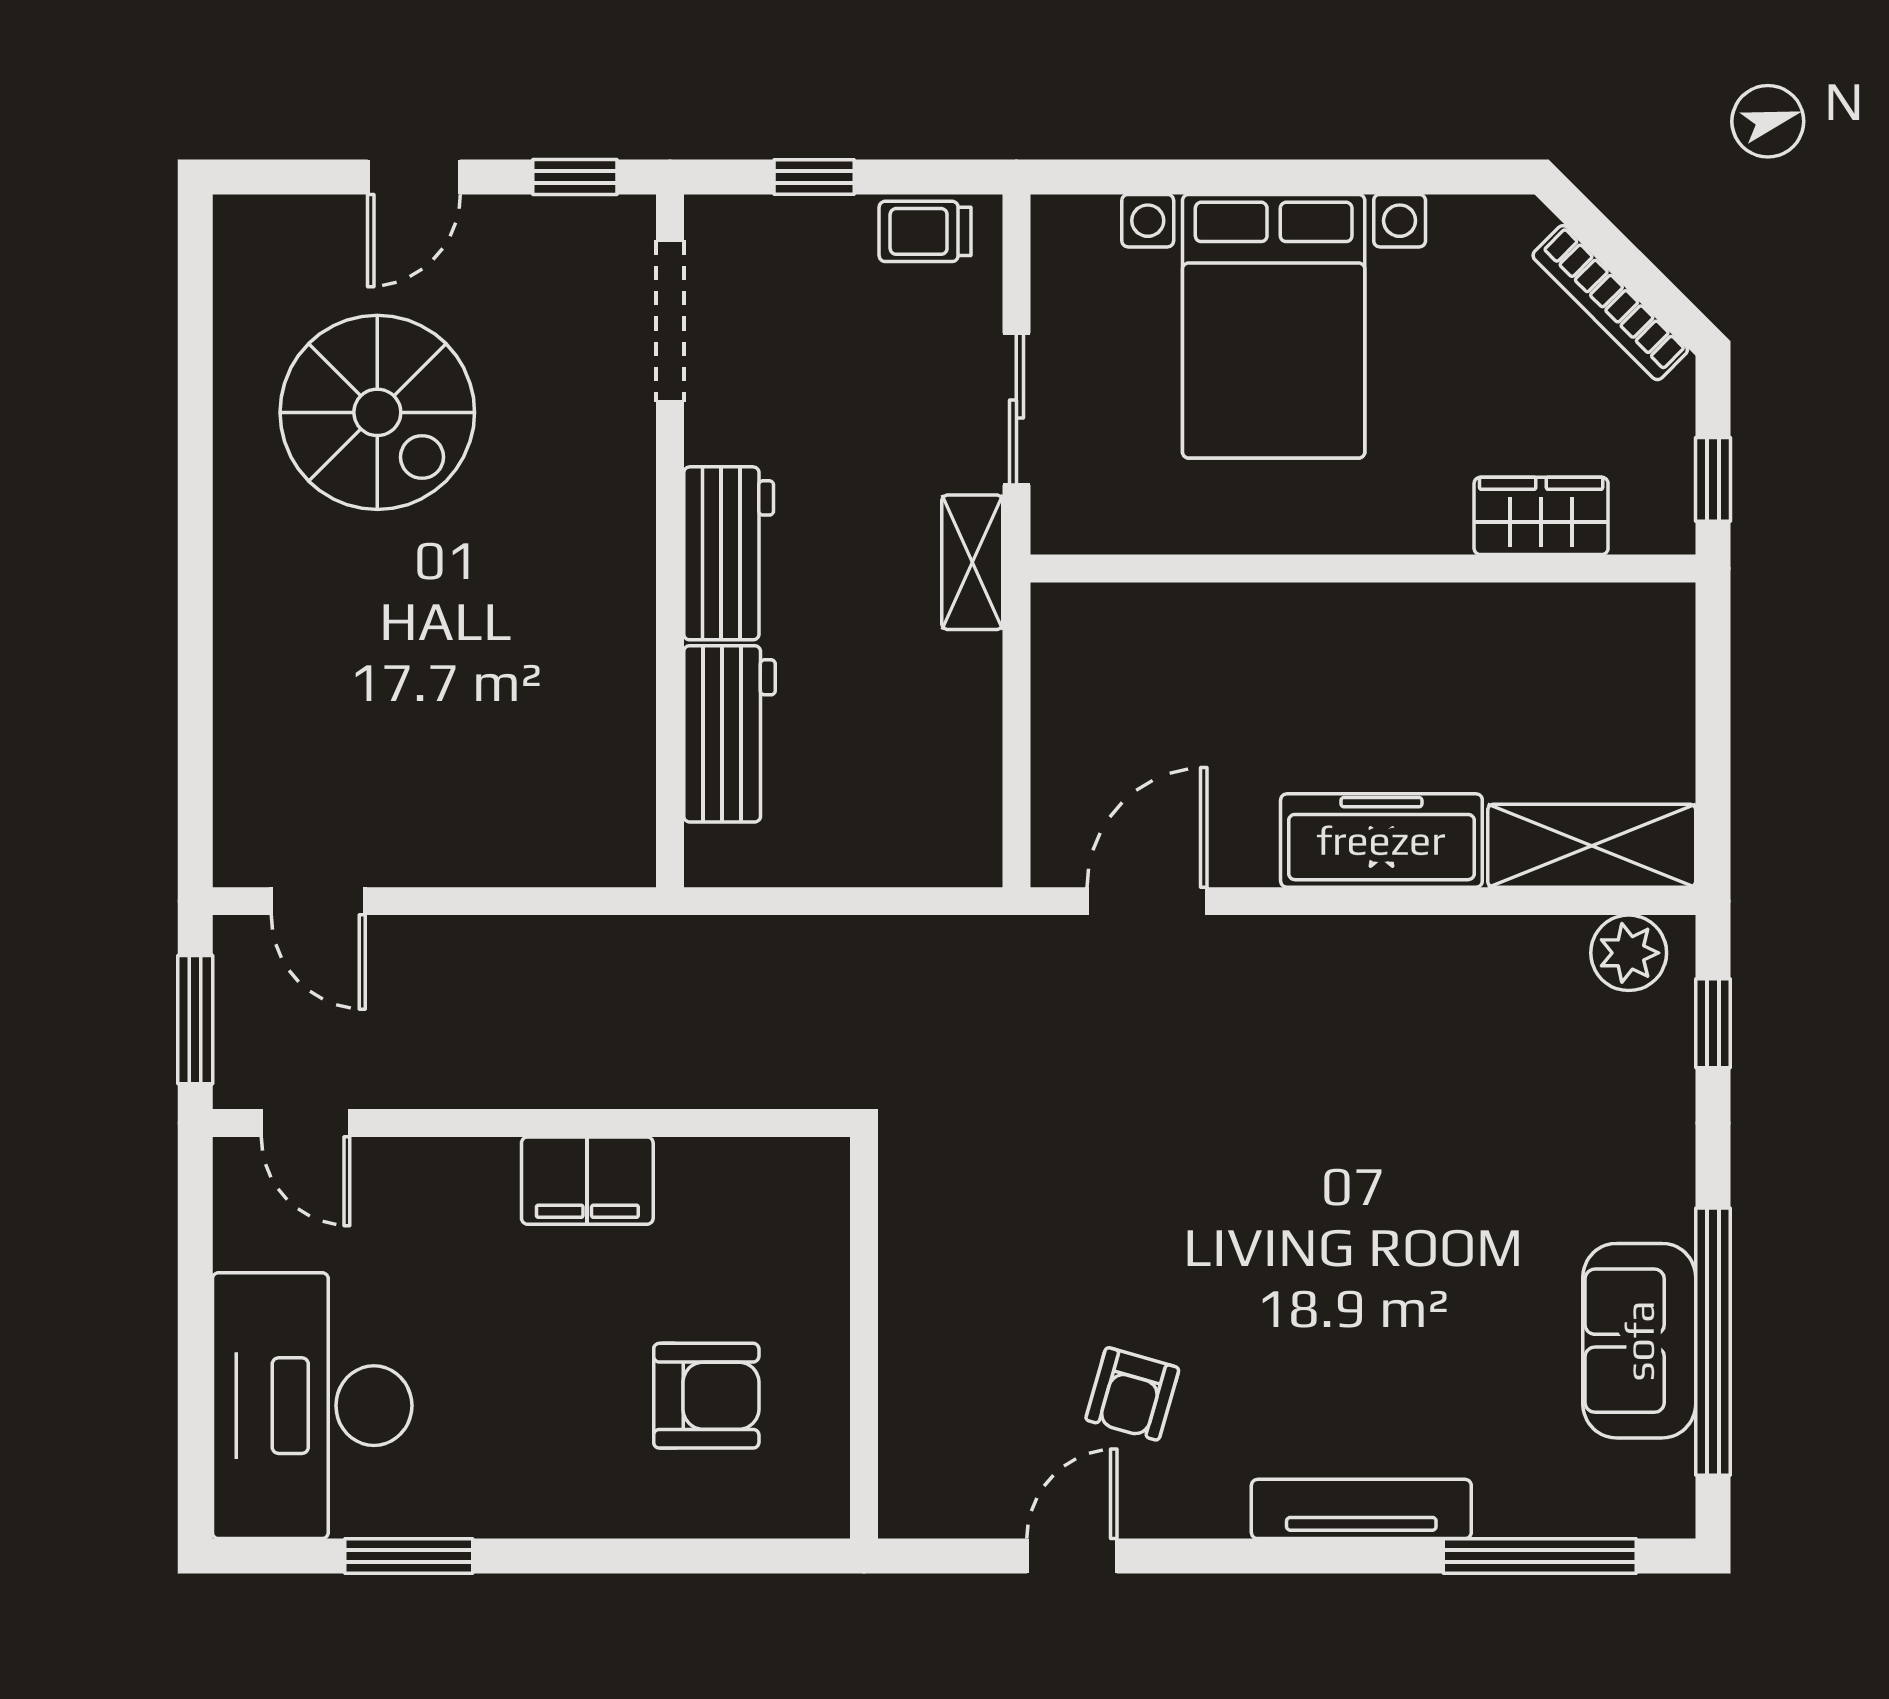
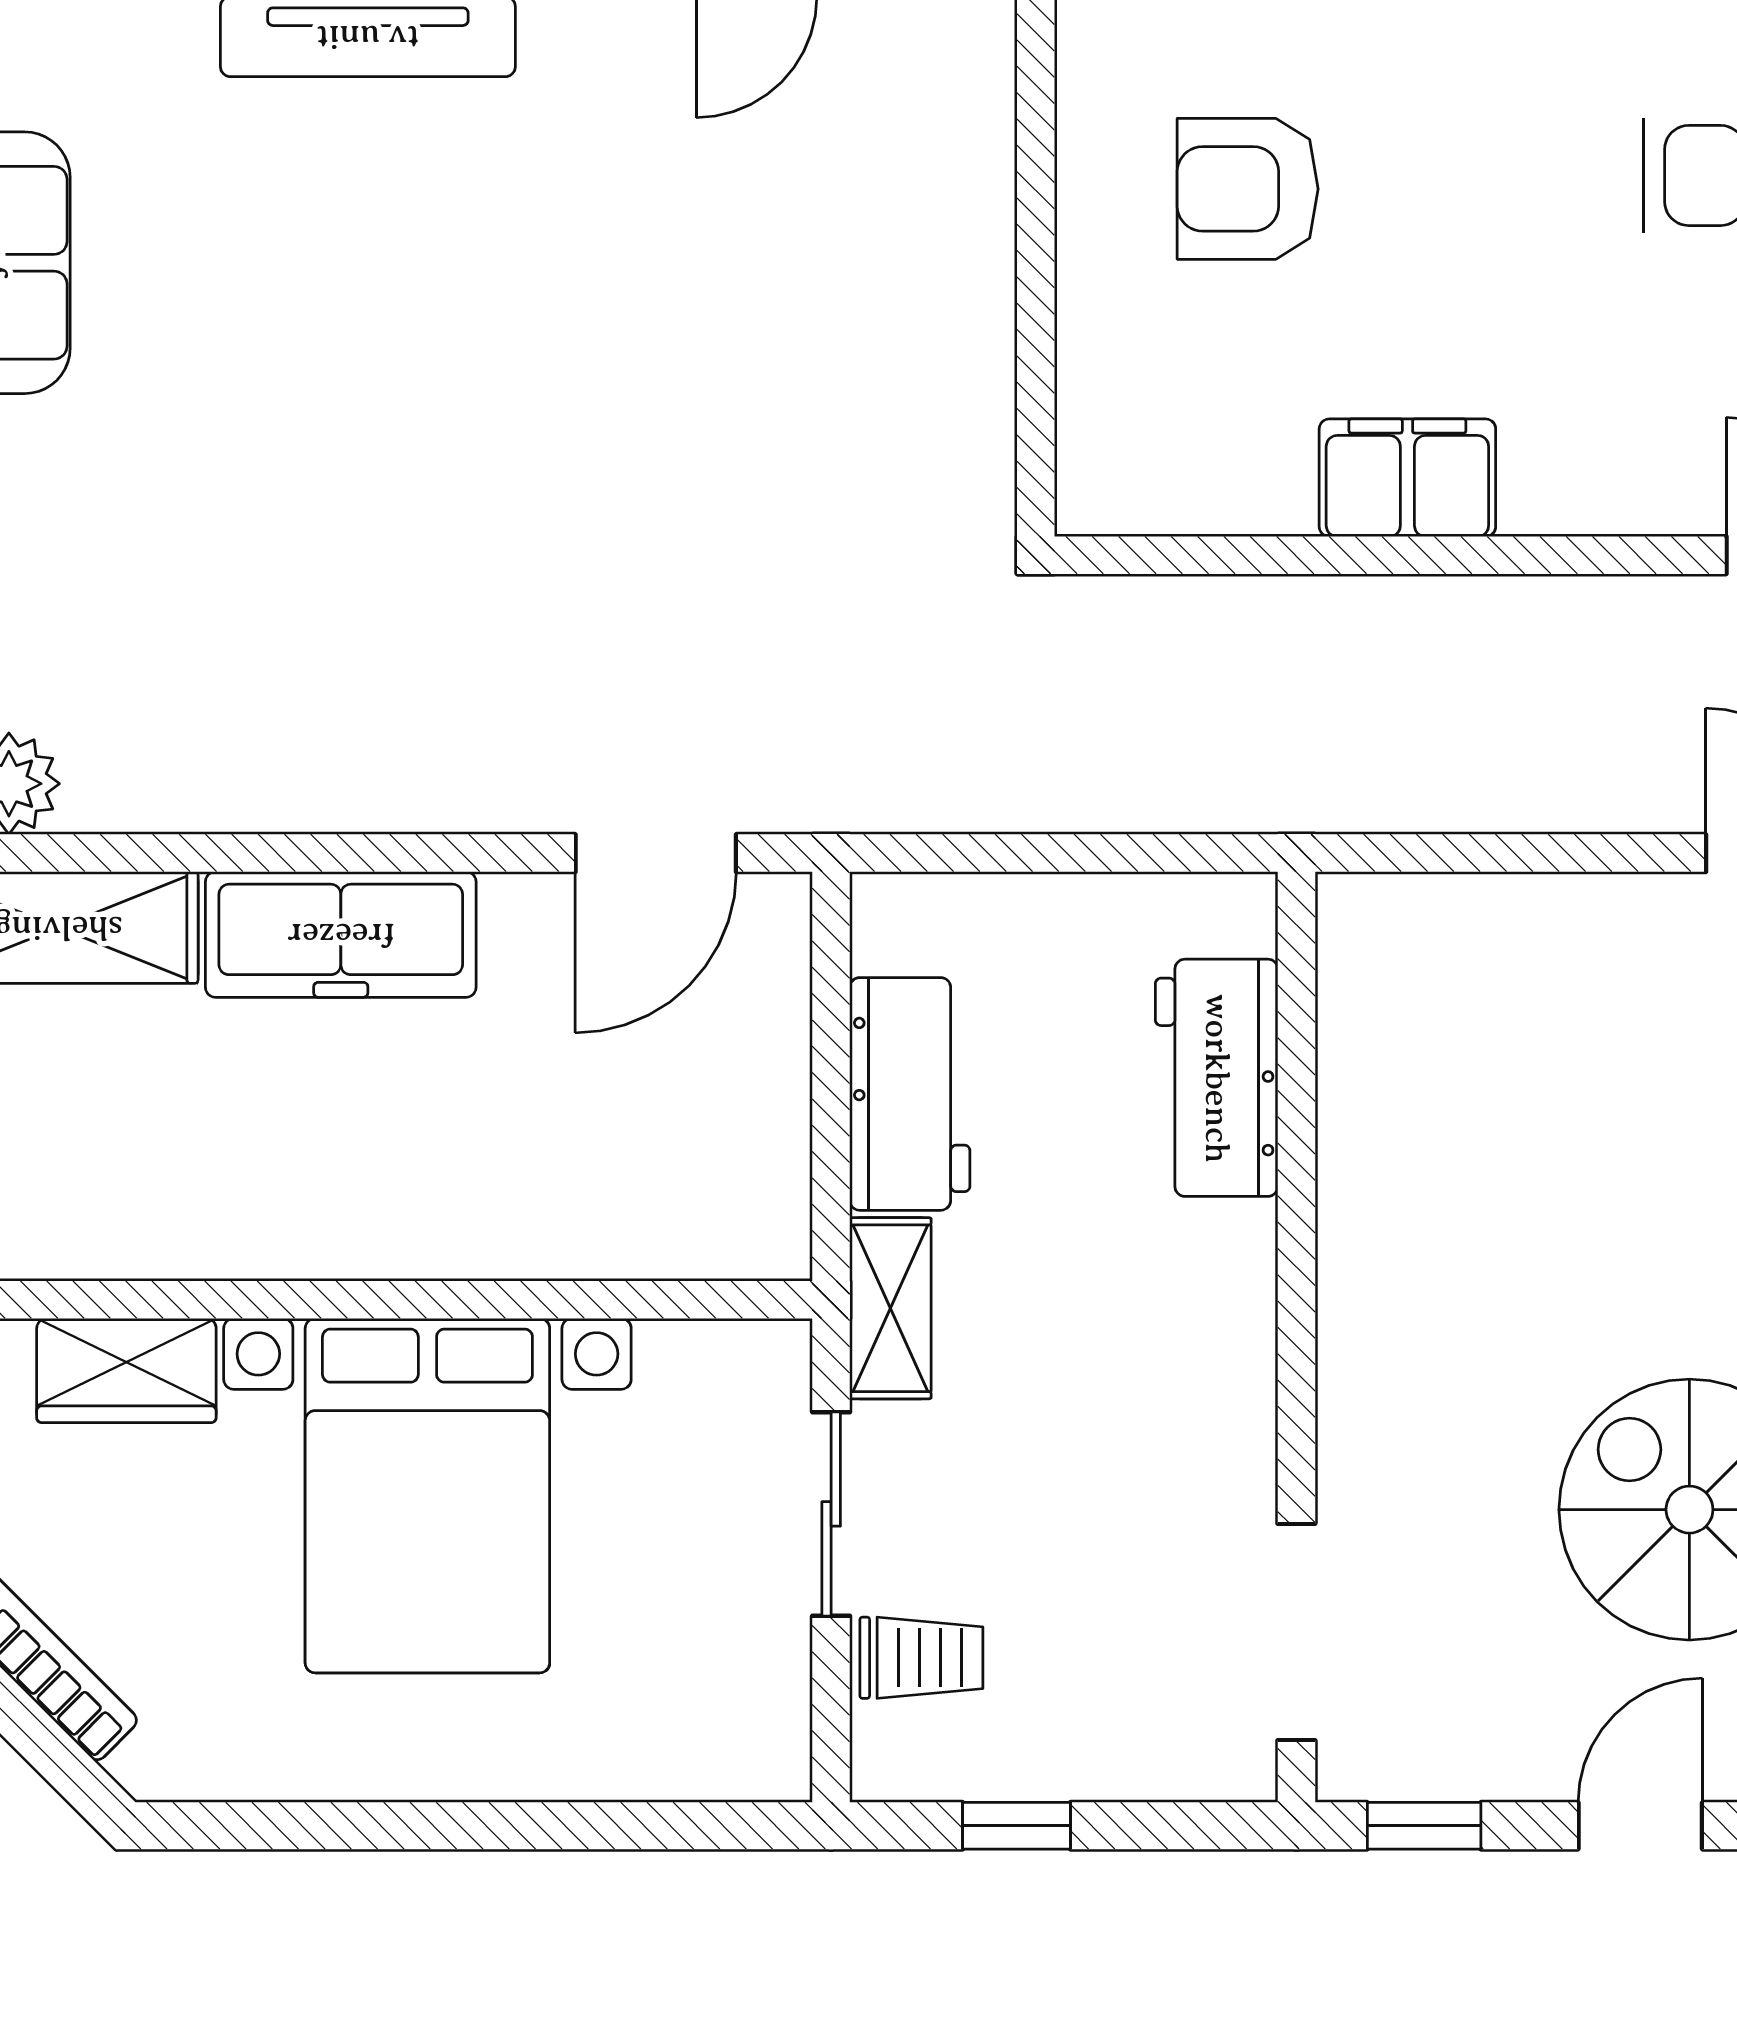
window: (814, 177) -> (1016, 1826), moved
trolley: (925, 231) -> (921, 1658), moved
bed with nightstands: (1274, 326) -> (427, 1496), moved, turned 180
workbench: (729, 553) -> (910, 1094), moved, turned 180
armchair: (1132, 1394) -> (675, 191), removed

